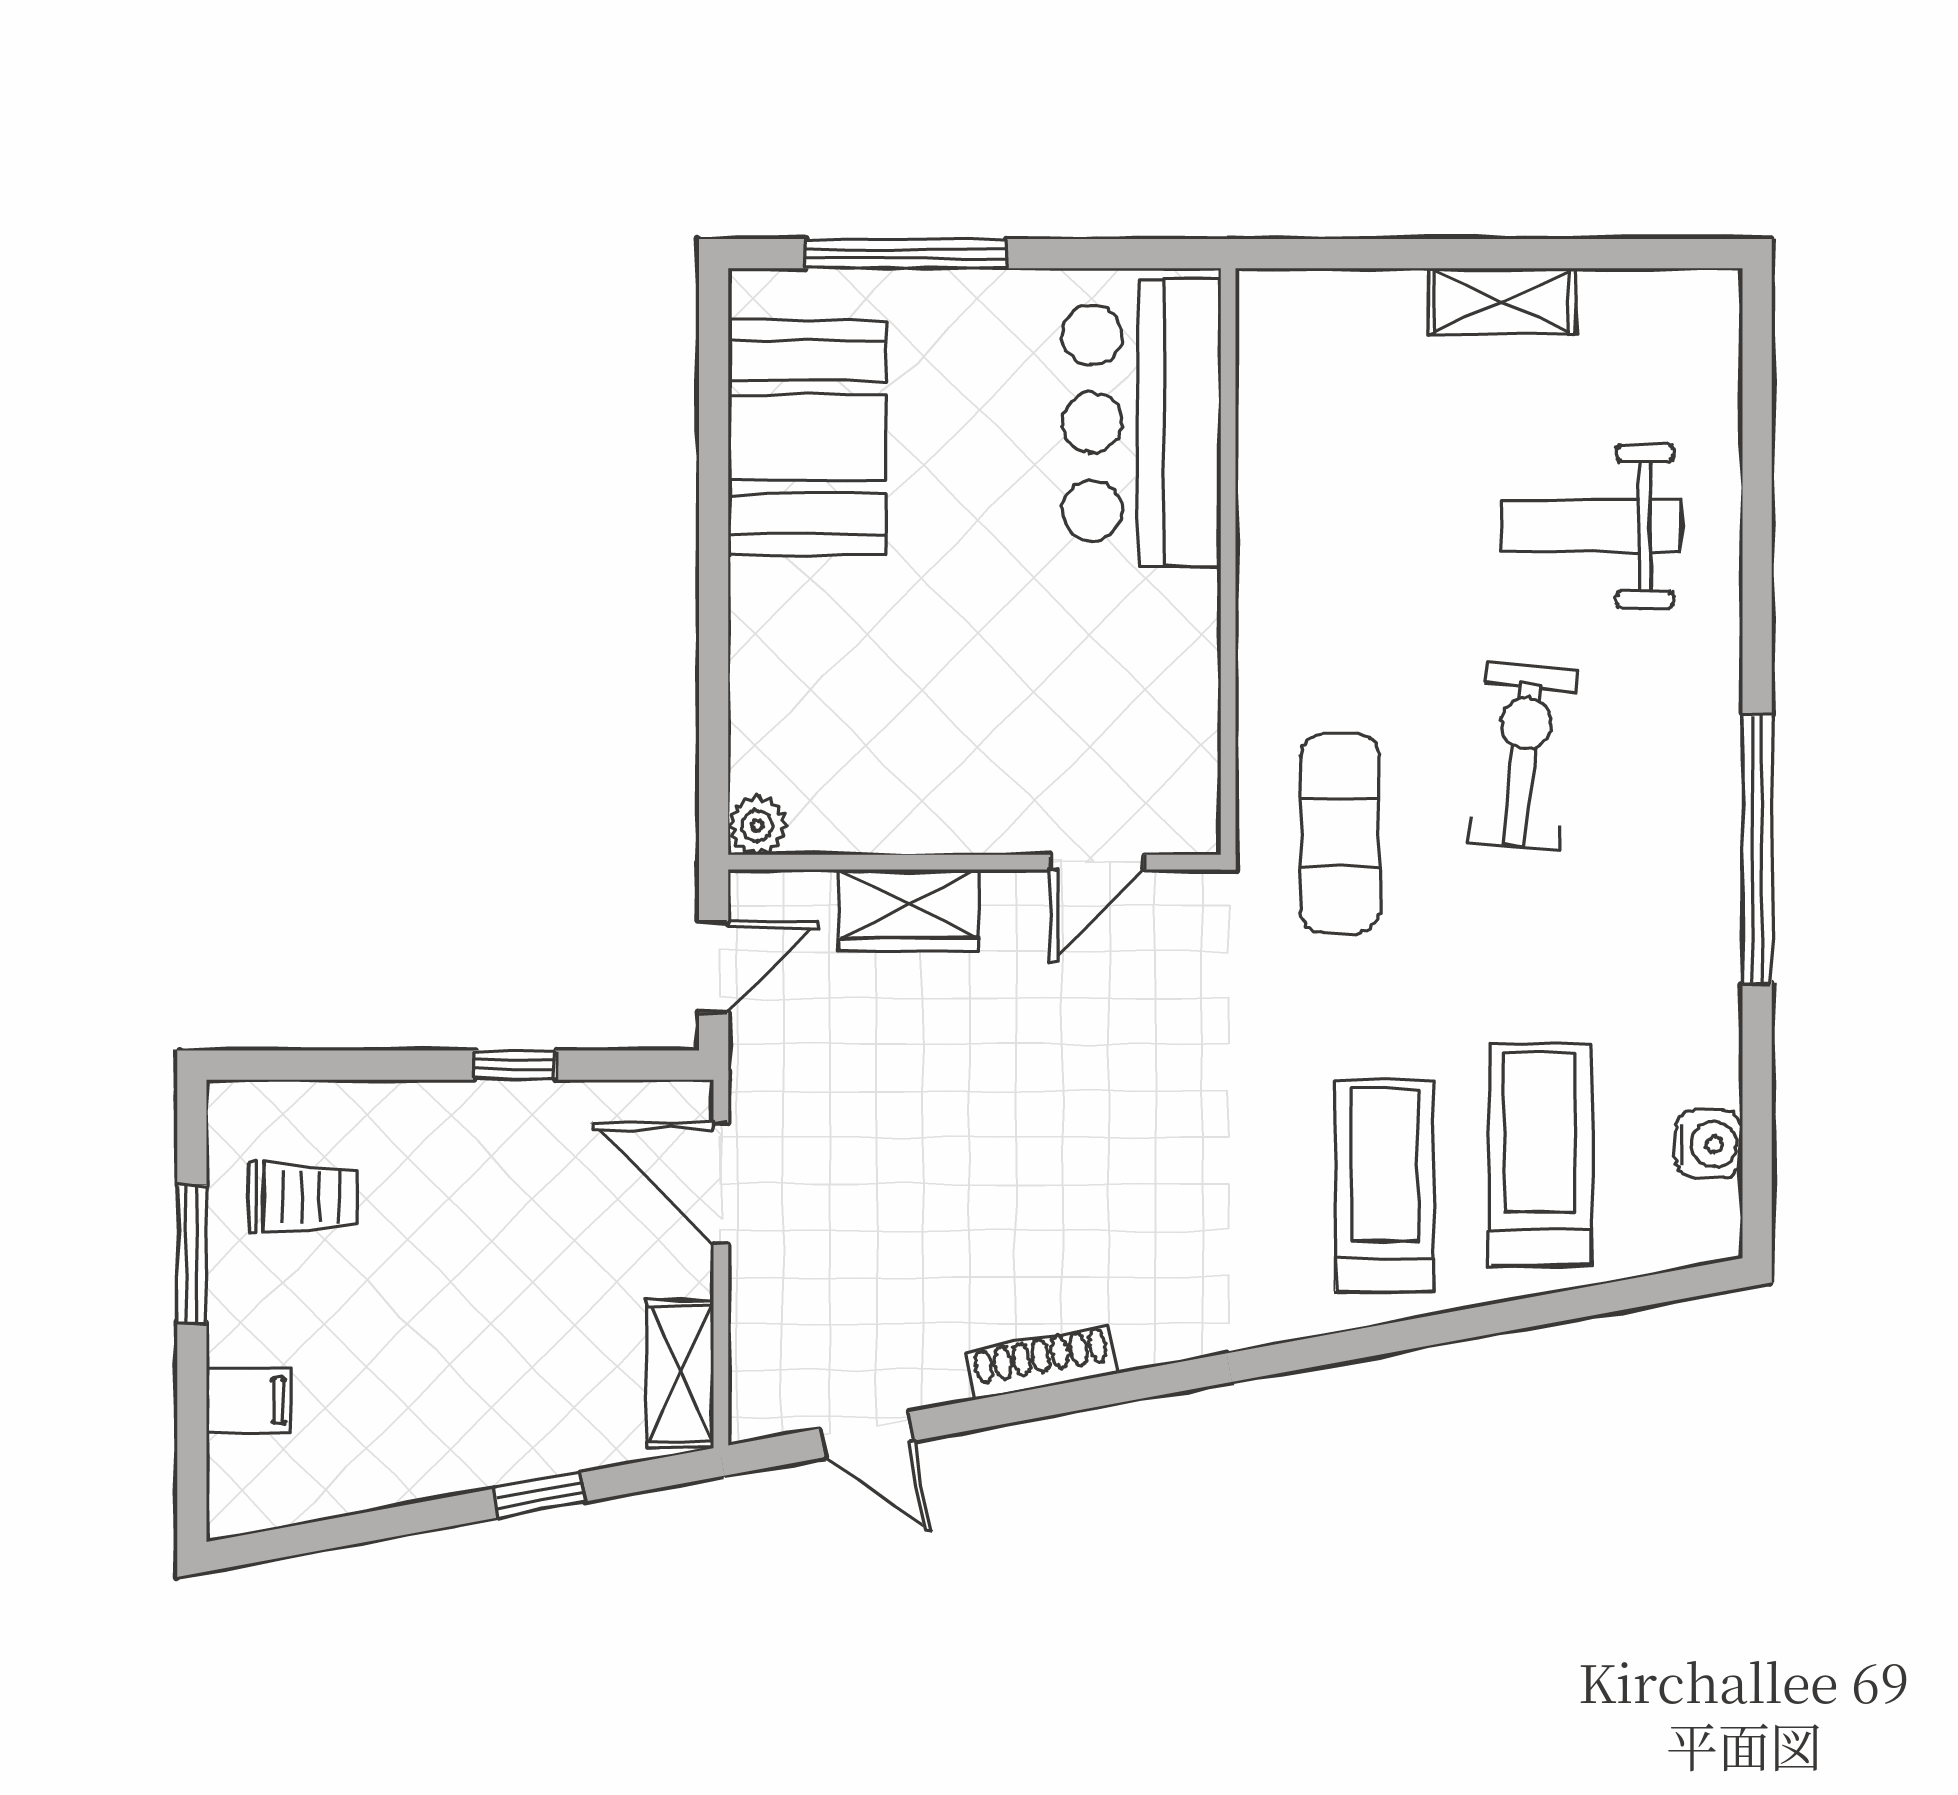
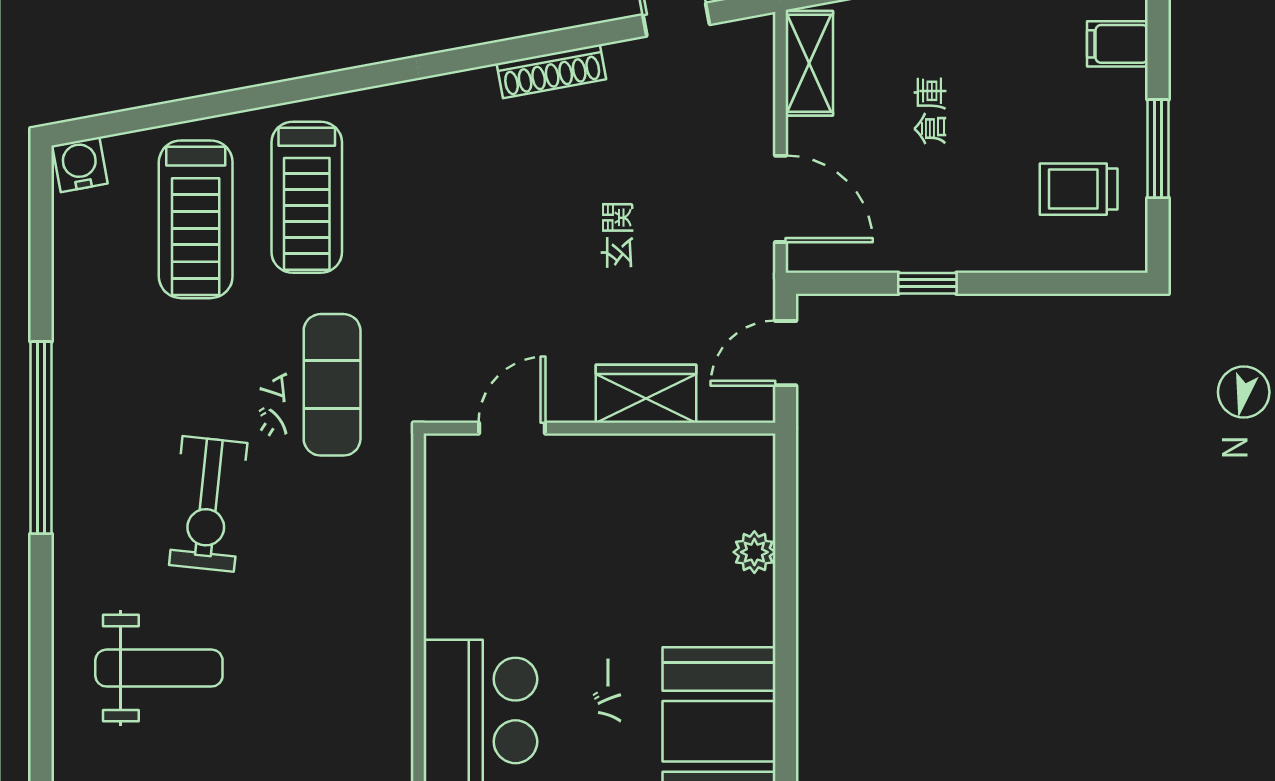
plant: (757, 826) -> (754, 552), moved
exercise mat: (1340, 833) -> (332, 385), moved
water cooler: (1709, 1144) -> (80, 165), moved, turned 80

